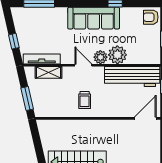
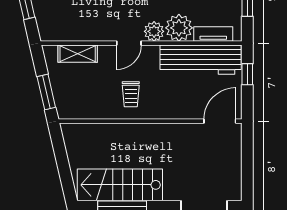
tv unit: (42, 59) -> (213, 34), moved, width x0.71
door: (83, 65) -> (129, 43), swing flipped

